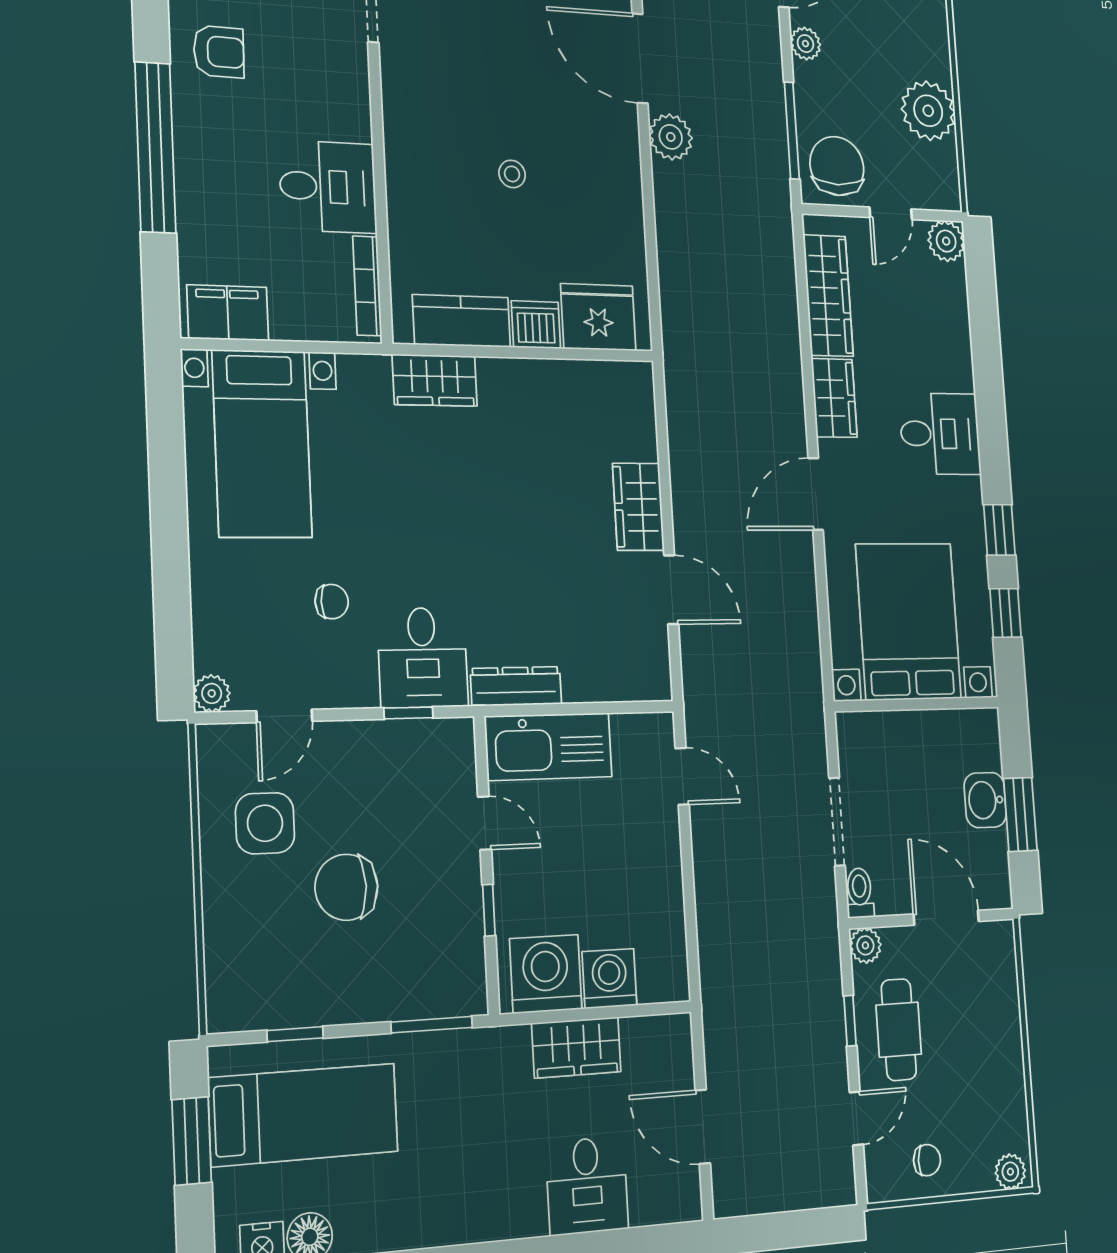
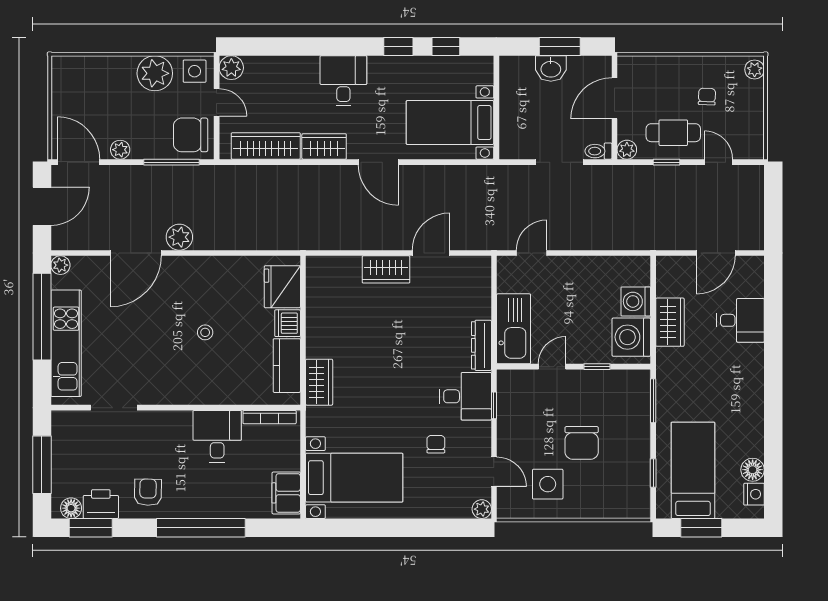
side table: (936, 178) -> (195, 71), added
bed with nightstands: (909, 621) -> (450, 122), width x0.73
chair: (927, 1160) -> (707, 97), moved

